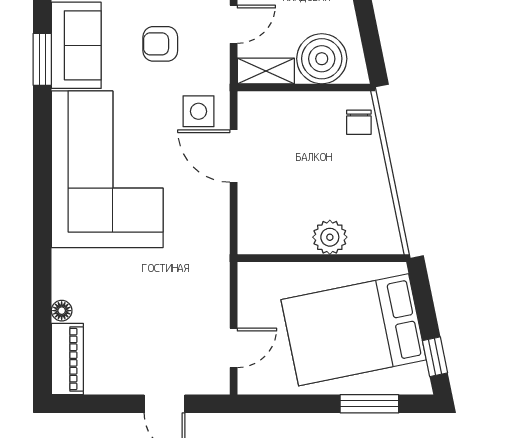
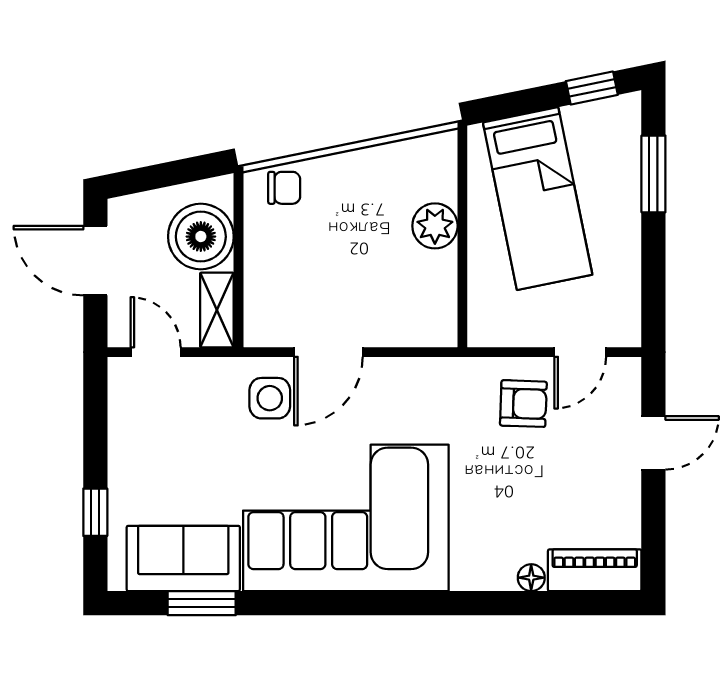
armchair: (160, 44) -> (523, 404), moved, turned -88
bed: (354, 330) -> (538, 199), width x0.67
door: (234, 348) -> (580, 352), swing flipped

